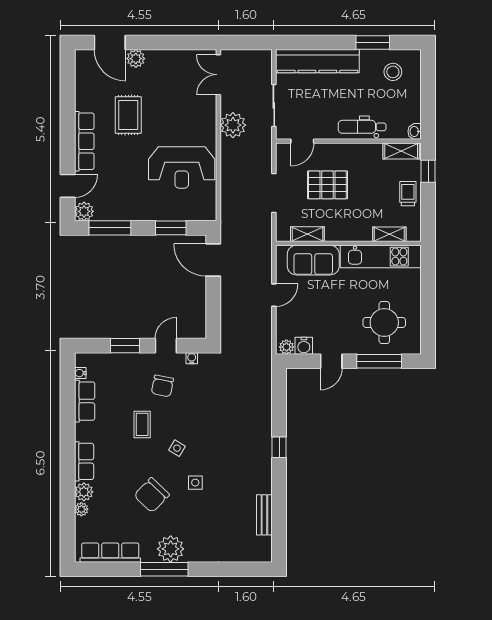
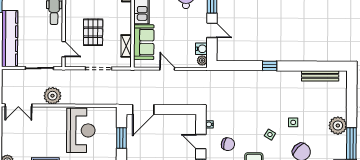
bench: (264, 515) -> (320, 76), width x1.36
plant: (171, 549) -> (338, 126), moved

